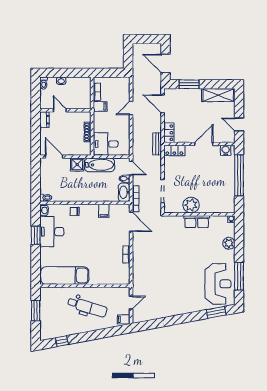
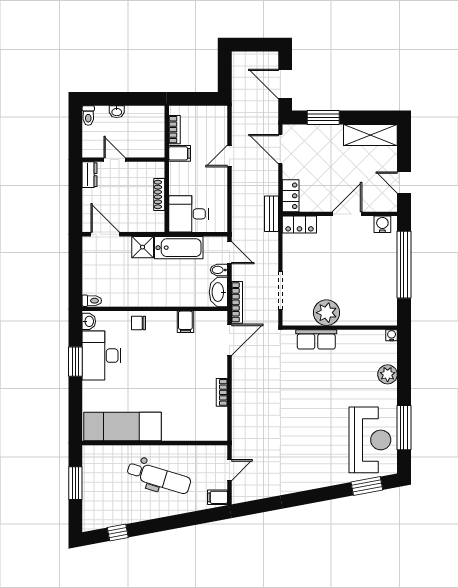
door: (131, 222) -> (230, 340), hinge flipped
row of seats: (197, 222) -> (316, 339), moved

